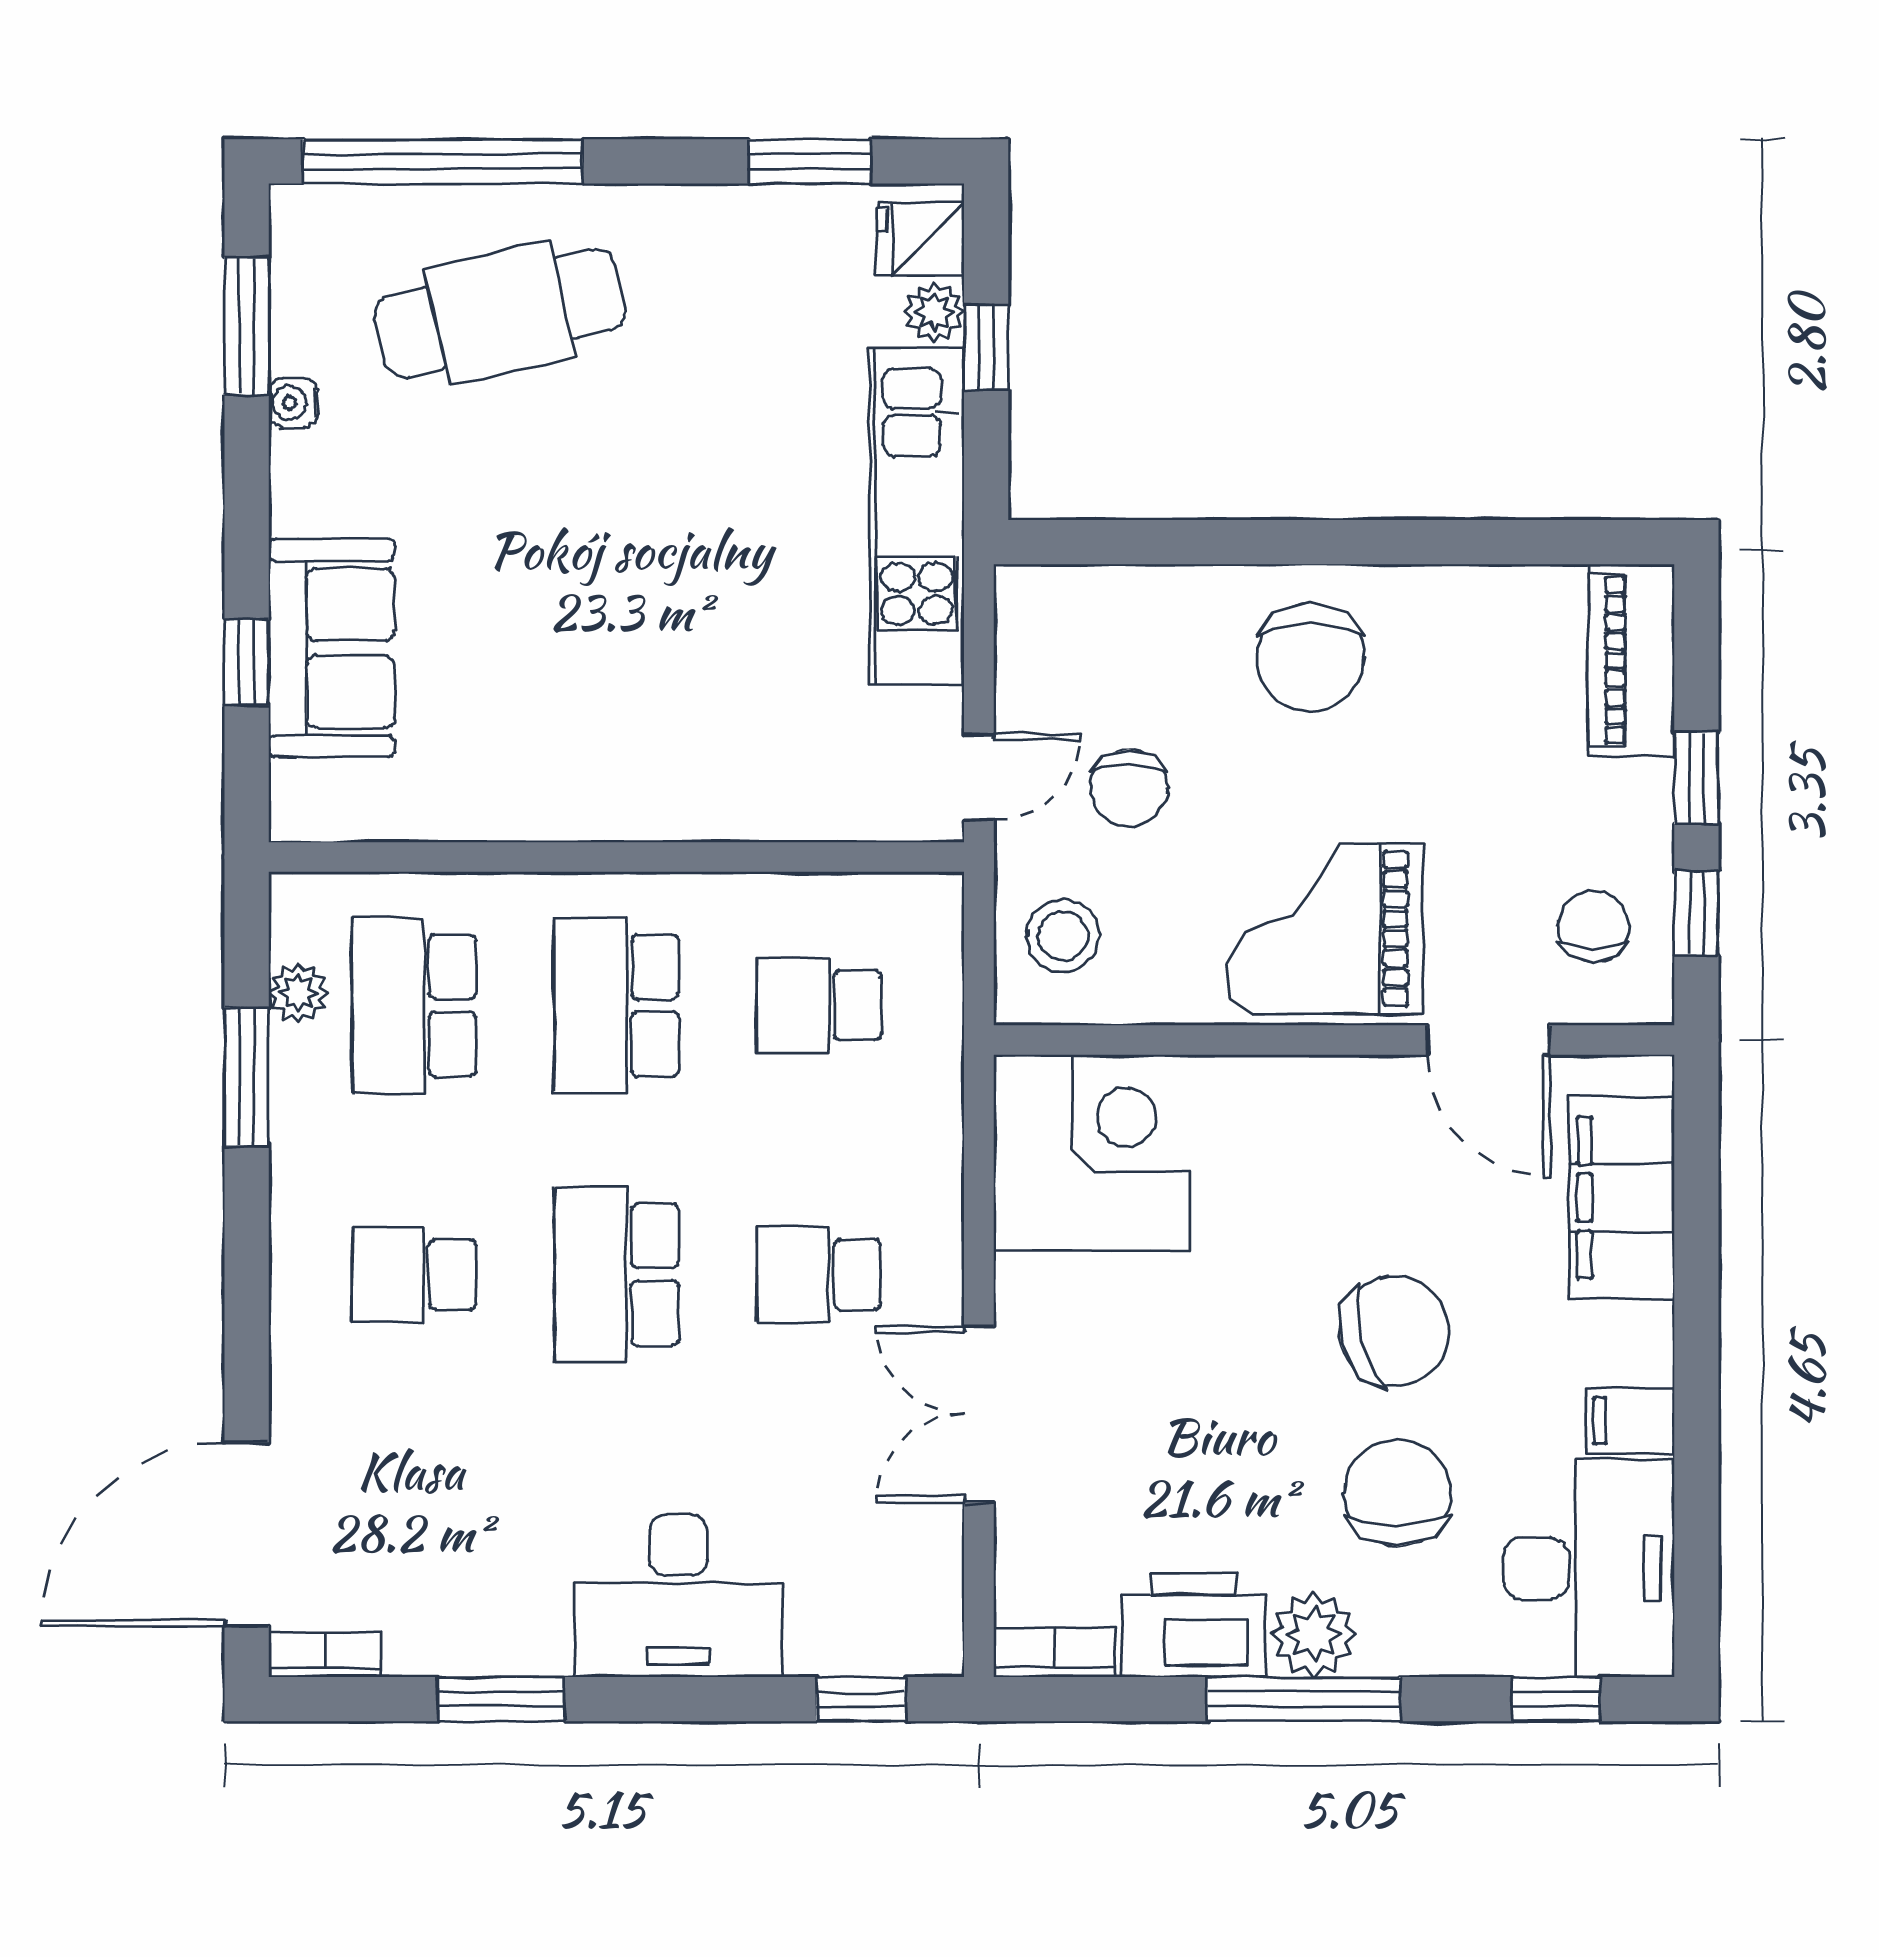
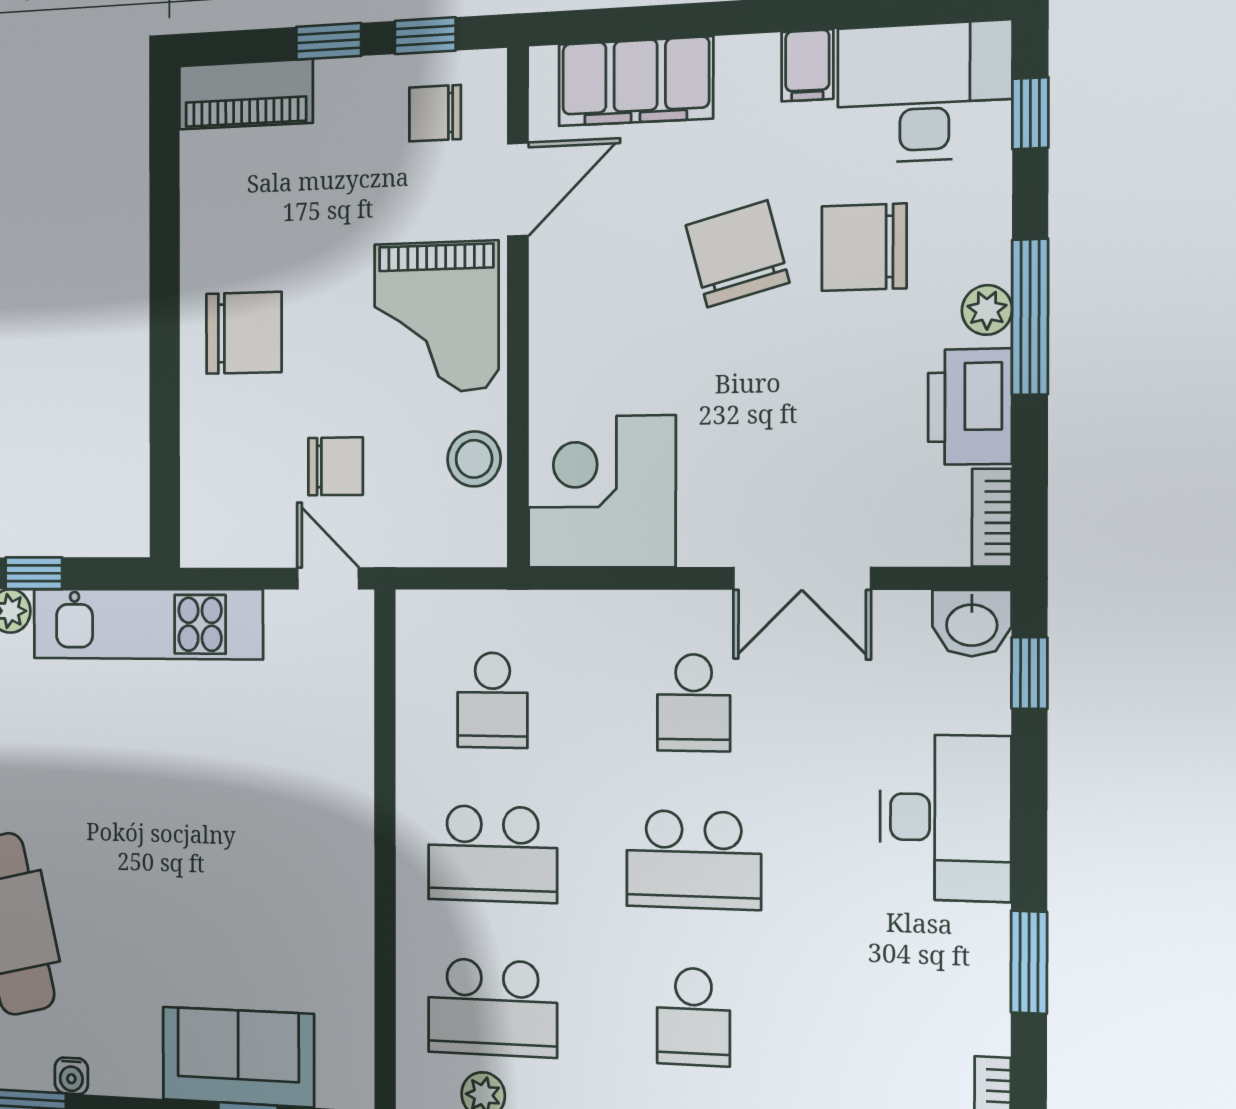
stool: (1063, 936) -> (474, 459), moved
washbasin: (923, 1628) -> (972, 623), added
plant: (1314, 1635) -> (987, 310), width x0.73, depth x0.73

